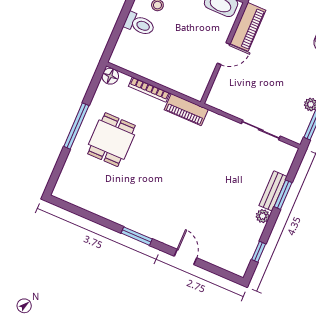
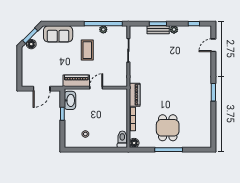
toilet: (139, 24) -> (122, 139), moved
door: (224, 54) -> (96, 88), hinge flipped
coffee table: (289, 65) -> (87, 50), added
dining table: (111, 140) -> (168, 128), turned 90
door: (185, 257) -> (213, 45), moved

